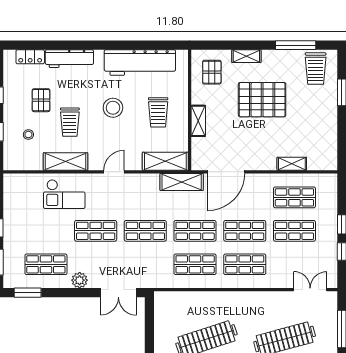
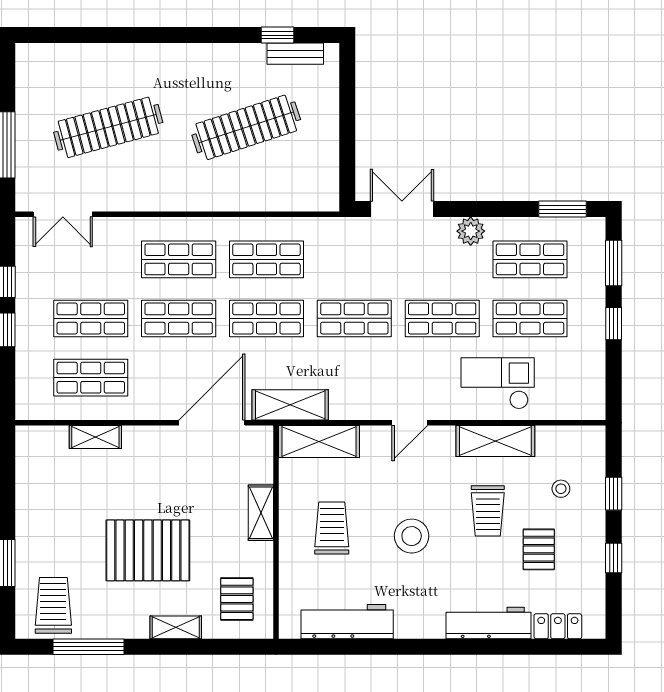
workbench: (140, 62) -> (347, 622), width x0.73, depth x0.76
trolley: (70, 122) -> (488, 511), turned 180
shop shelf: (46, 231) -> (530, 318), added

